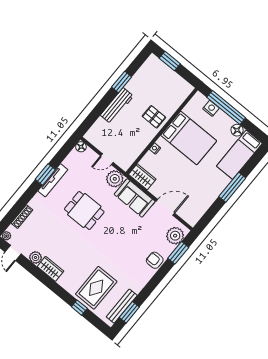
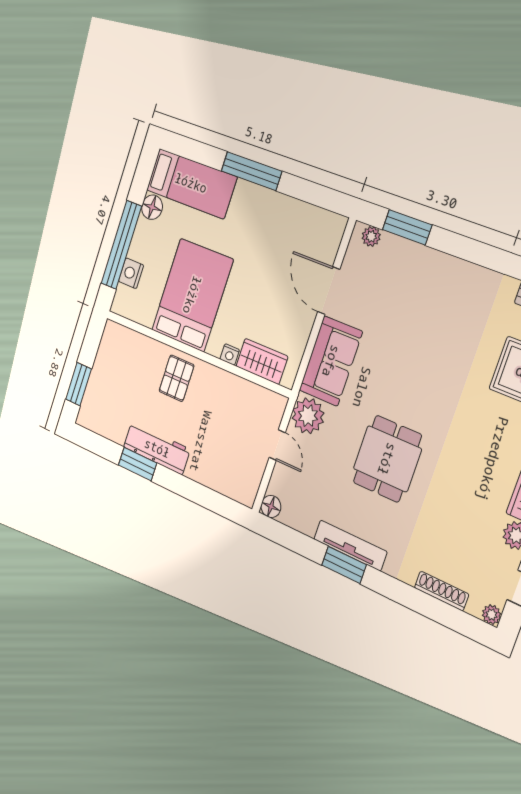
workbench: (117, 106) -> (157, 448), moved
wardrobe: (142, 177) -> (262, 361), moved, turned 90
plant: (175, 236) -> (371, 236), width x0.53, depth x0.53
armchair: (155, 260) -> (438, 271), removed

